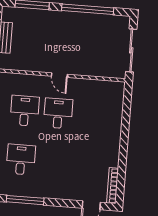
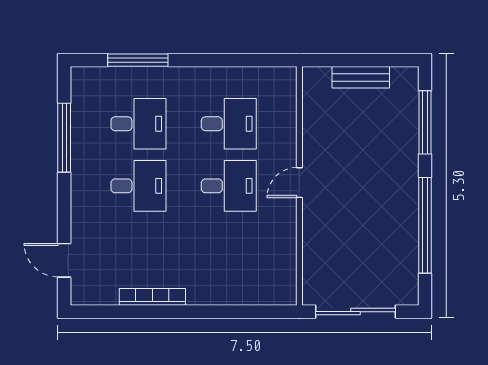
desk: (54, 162) -> (138, 186), added
bookcase: (113, 186) -> (152, 297), moved

